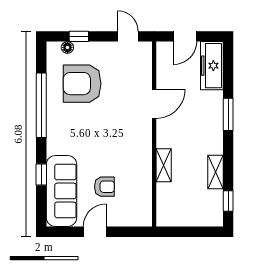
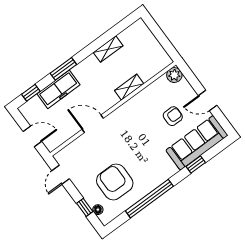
freezer: (212, 66) -> (59, 89), moved
armchair: (82, 84) -> (115, 182), turned 180
armchair: (104, 187) -> (173, 116), turned 90
window: (228, 201) -> (31, 93), moved
plant: (143, 218) -> (174, 75), added

